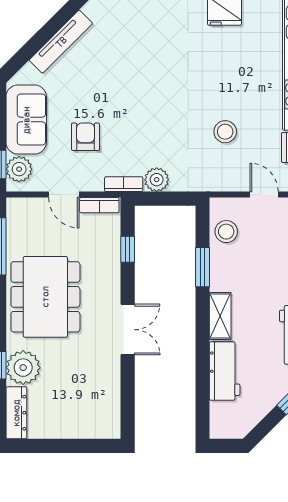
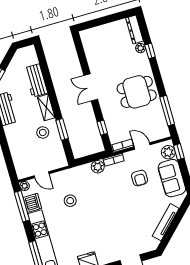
stool: (226, 232) -> (43, 132), moved
dining table: (45, 297) -> (137, 92), width x0.73
plant: (23, 368) -> (140, 48), width x0.53, depth x0.53

